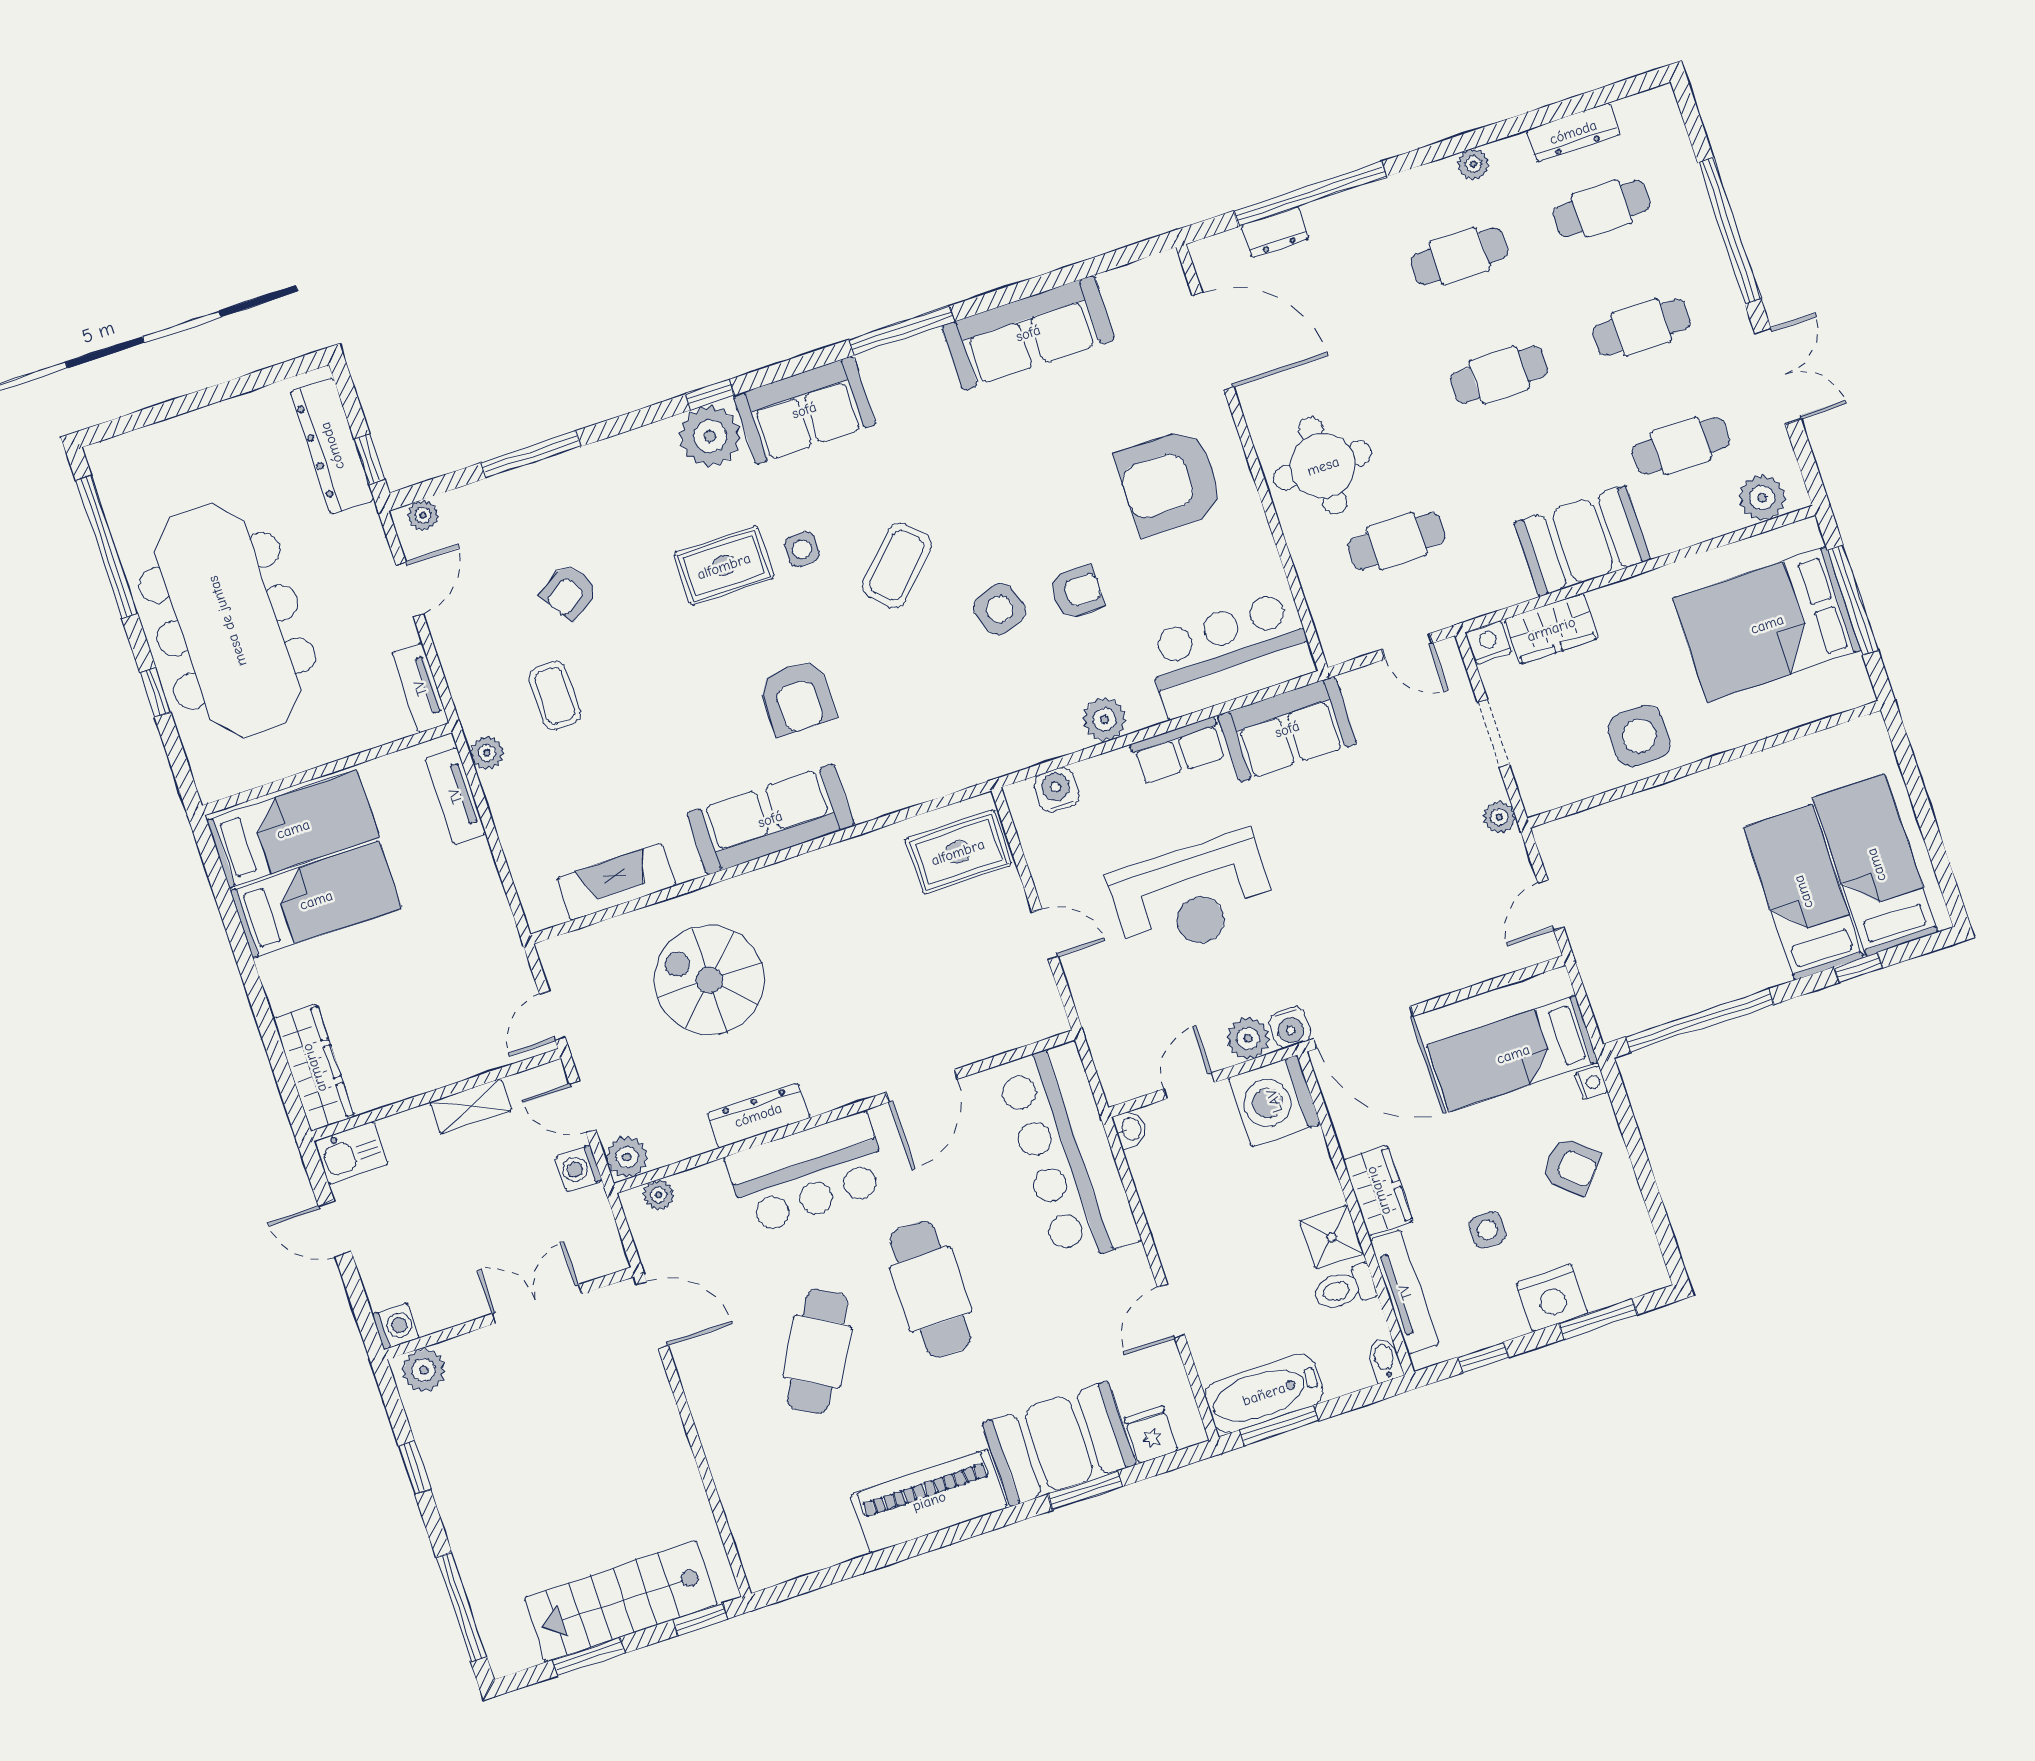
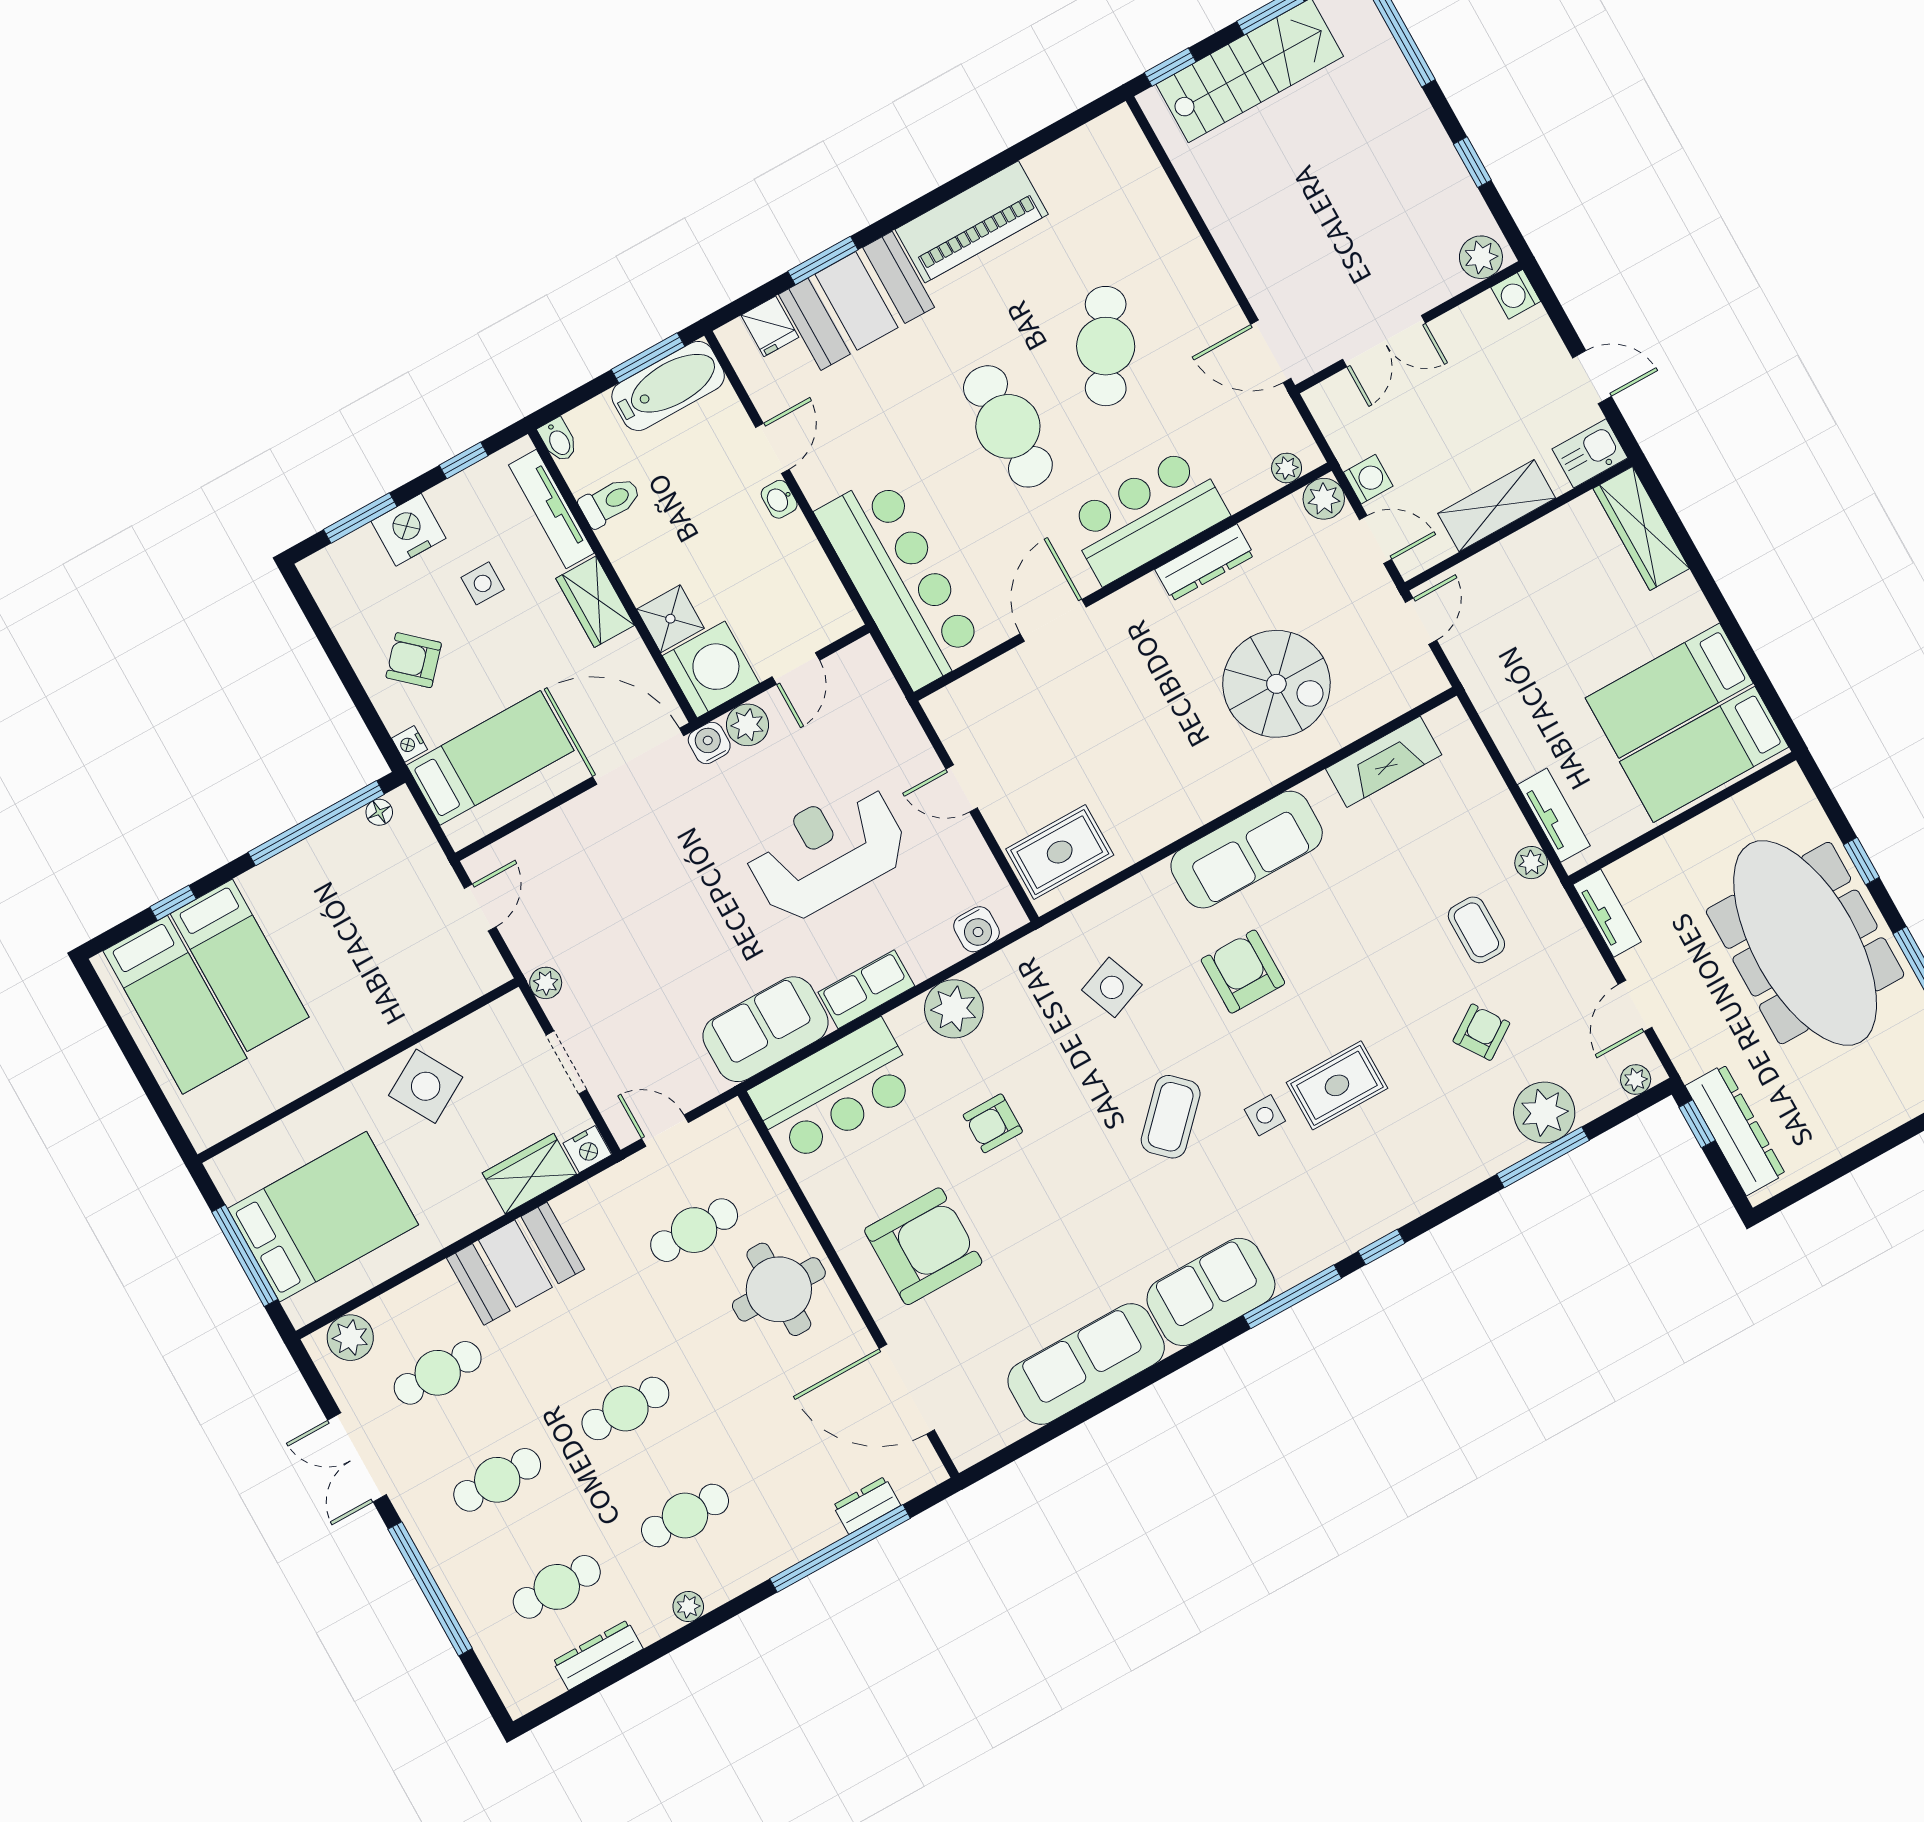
window: (901, 331) -> (1292, 1297), moved
sofa: (804, 410) -> (1211, 1292), moved
plant: (710, 436) -> (1544, 1113), moved
side table: (1000, 609) -> (1112, 987), moved
plant: (1104, 719) -> (954, 1009), width x1.36, depth x1.36
side table: (1639, 736) -> (426, 1086), turned -30
floor lamp: (1634, 1020) -> (379, 812), added
shelving: (471, 1106) -> (1497, 506), width x1.50, depth x1.33
washbasin: (1131, 1129) -> (779, 499), moved
shower: (1332, 1237) -> (670, 619), moved

